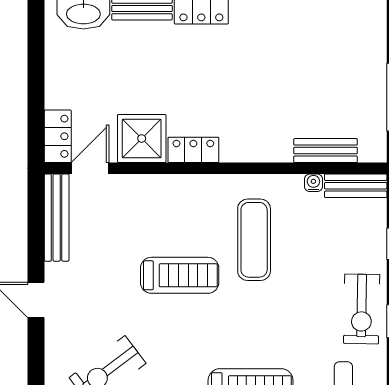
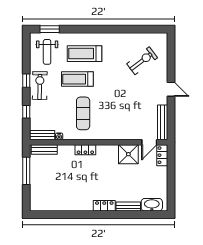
locker: (193, 150) -> (85, 150), moved
bench: (326, 151) -> (44, 149), moved
treadmill: (180, 275) -> (77, 79), moved

